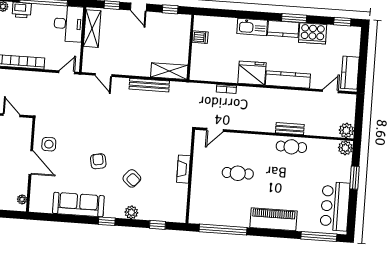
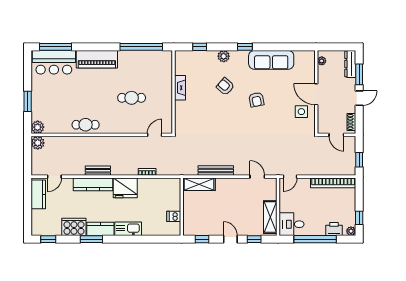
desk: (69, 24) -> (292, 224), width x0.73
bench: (290, 129) -> (98, 171), moved
fireplace: (184, 169) -> (180, 88), moved
bar counter: (335, 206) -> (54, 62), moved, turned 90

